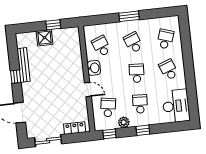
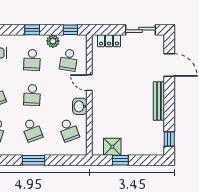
shower: (45, 38) -> (112, 147), moved
bench: (24, 65) -> (159, 101), moved
window: (16, 77) -> (169, 139), moved

